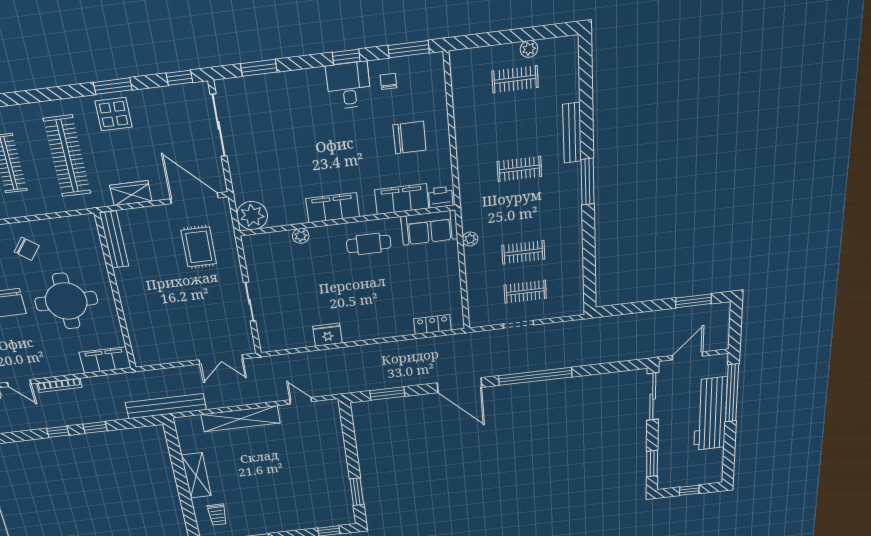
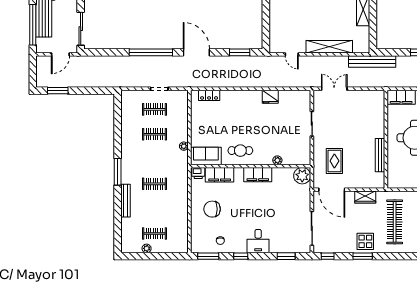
desk: (349, 85) -> (258, 241), moved
bench: (114, 240) -> (380, 155), moved

